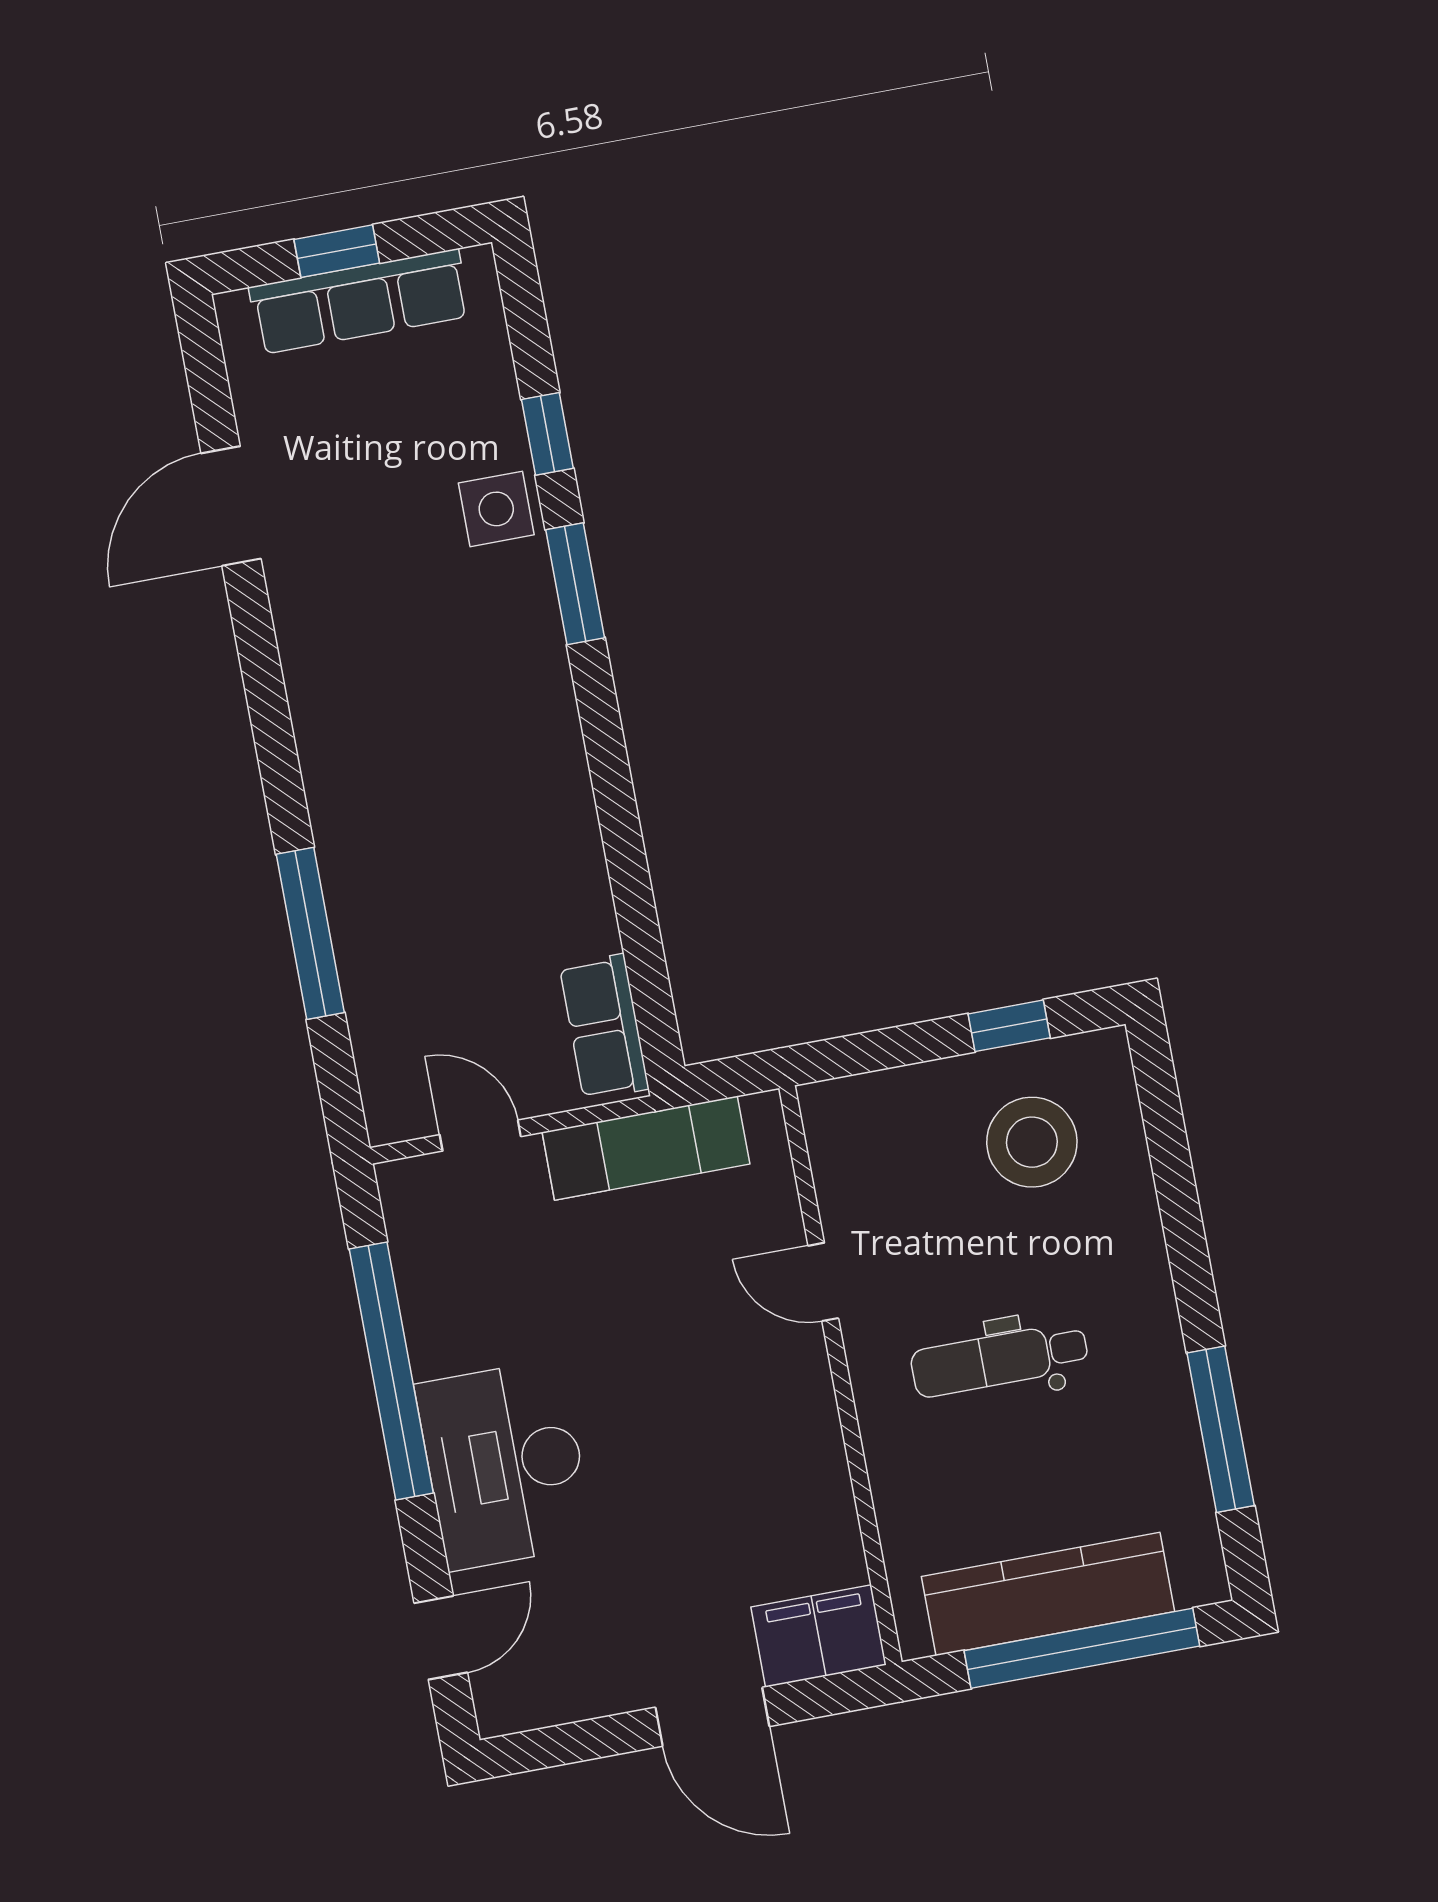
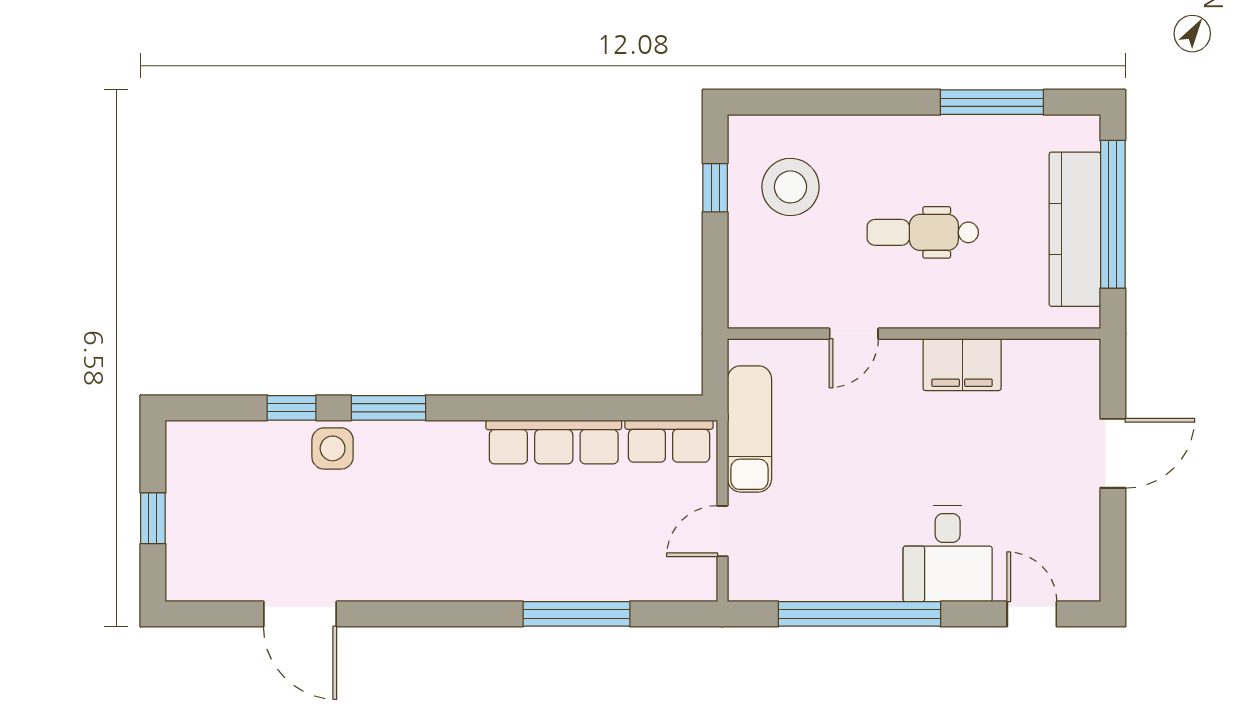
row of seats: (360, 302) -> (554, 442), moved, turned 90
dental chair: (1000, 1360) -> (923, 232), turned 90
desk: (505, 1465) -> (948, 554), width x0.73
filing cabinet: (819, 1636) -> (962, 365), moved, turned -90

